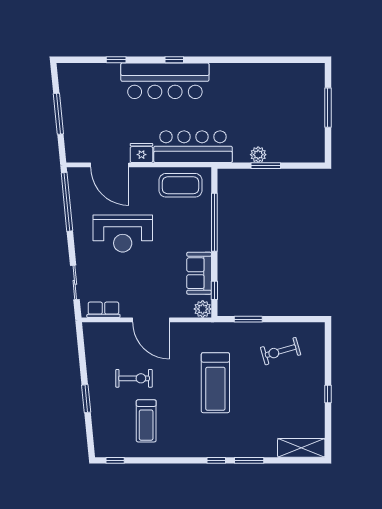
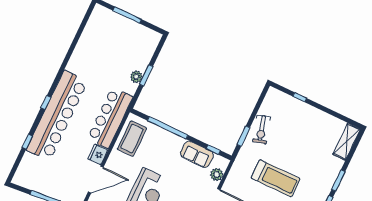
bar counter: (165, 81) -> (57, 116), width x1.36
plant: (203, 309) -> (217, 175), moved
exercise bike: (281, 351) -> (262, 129), moved
window: (328, 394) -> (300, 97), moved

